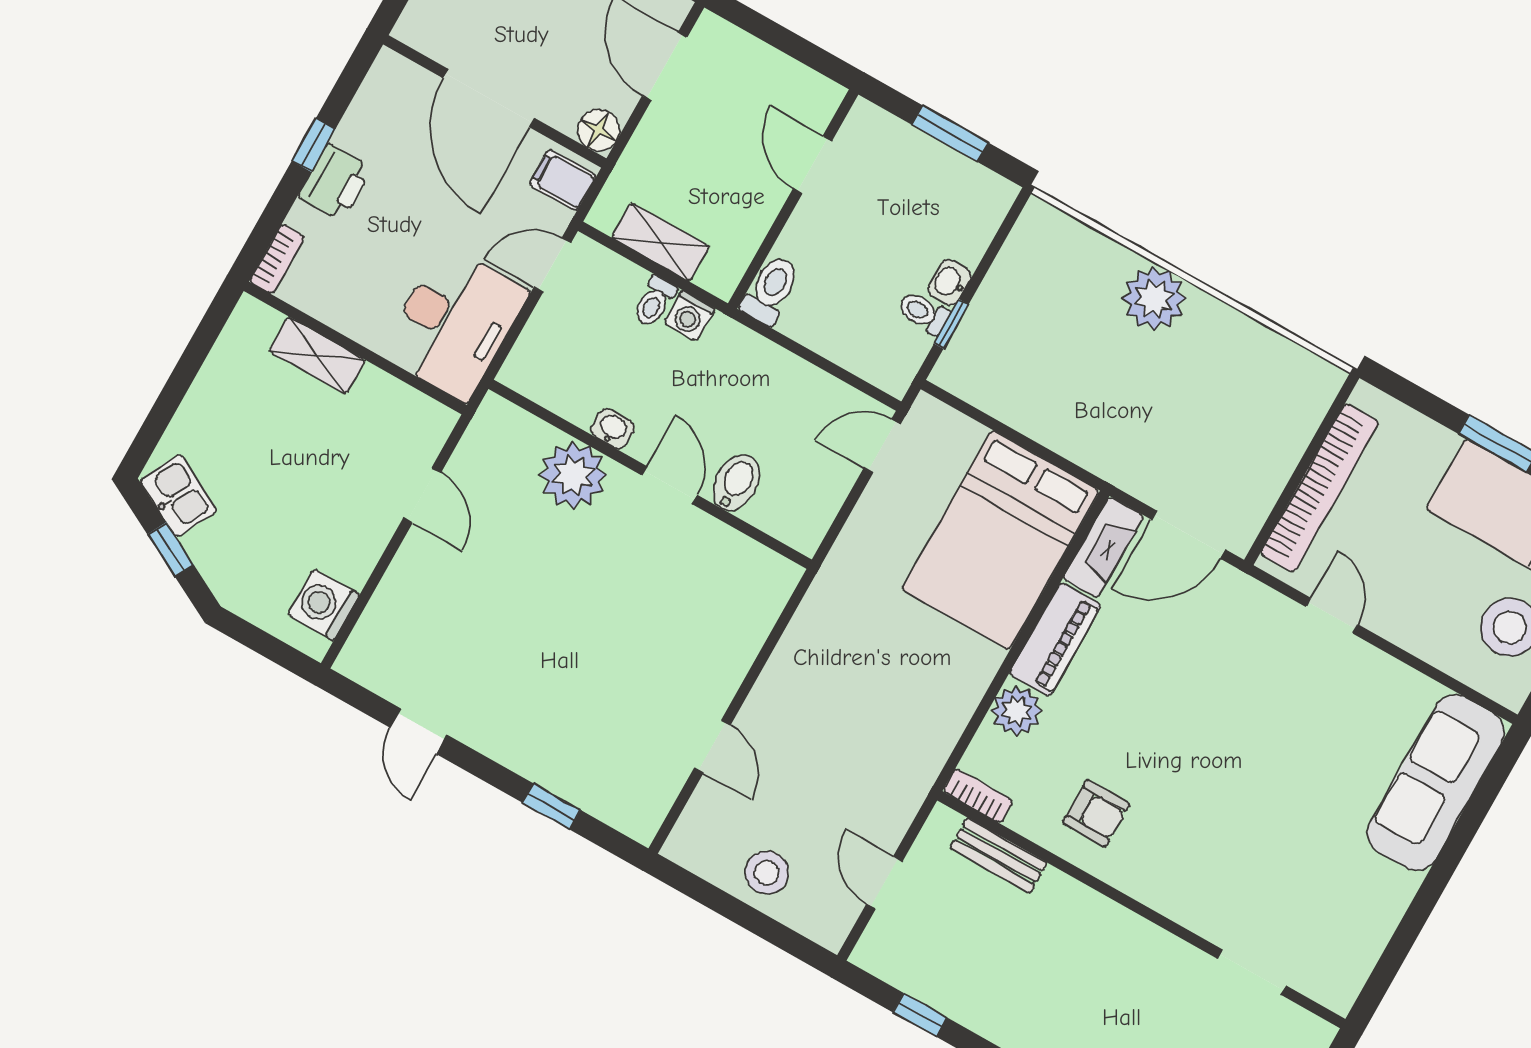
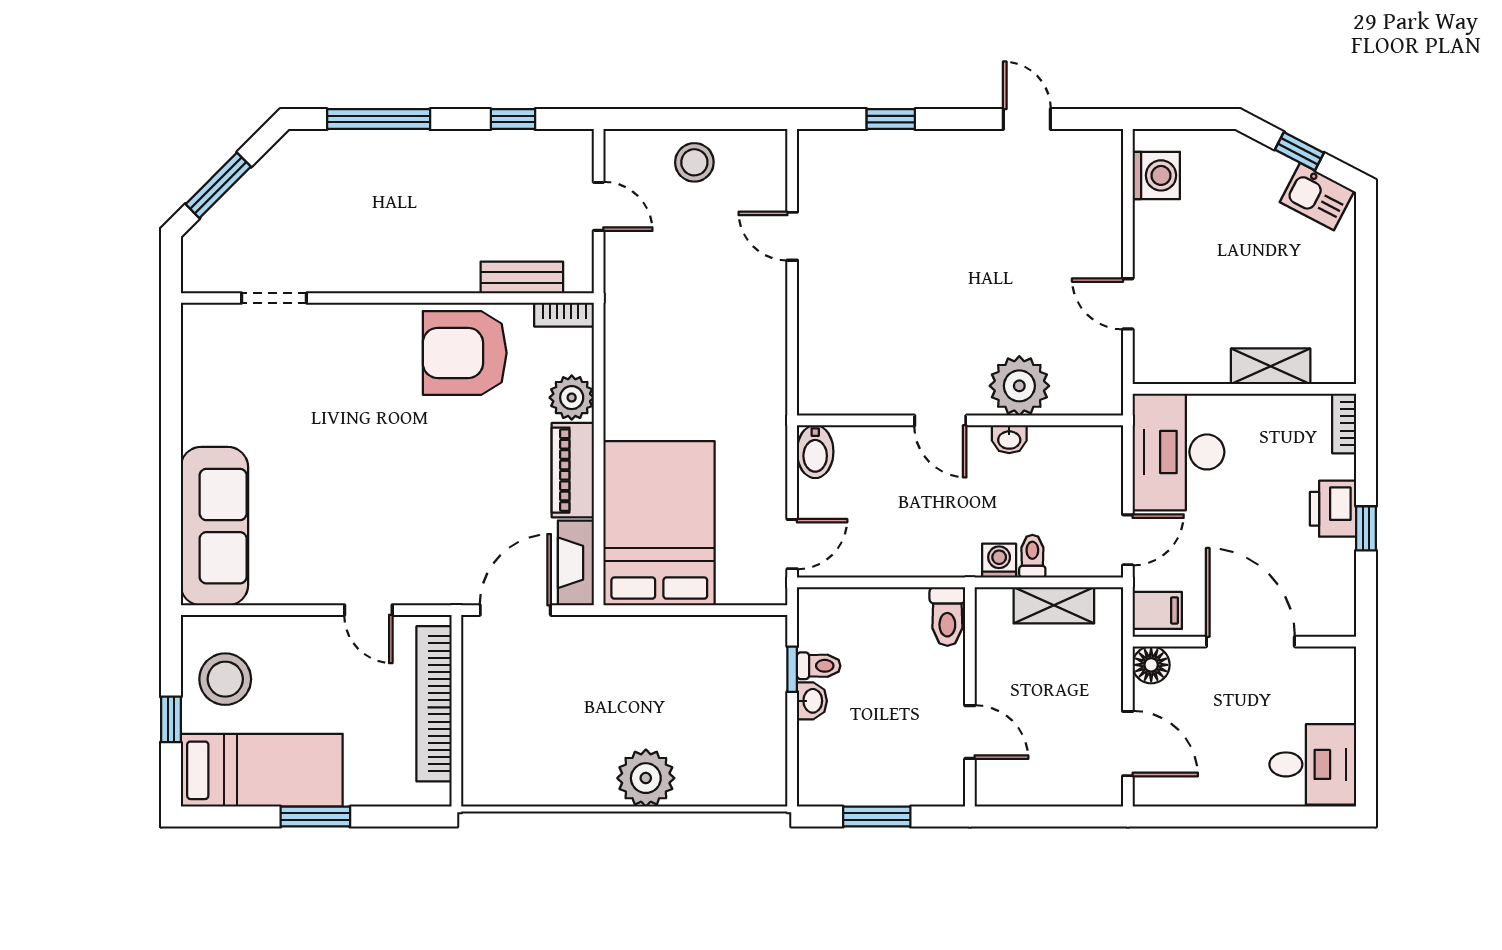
bidet: (736, 483) -> (815, 452), moved
armchair: (1096, 813) -> (465, 353), width x1.88, depth x1.88

